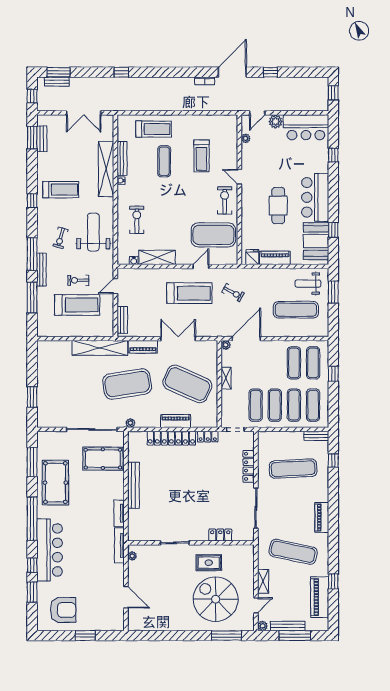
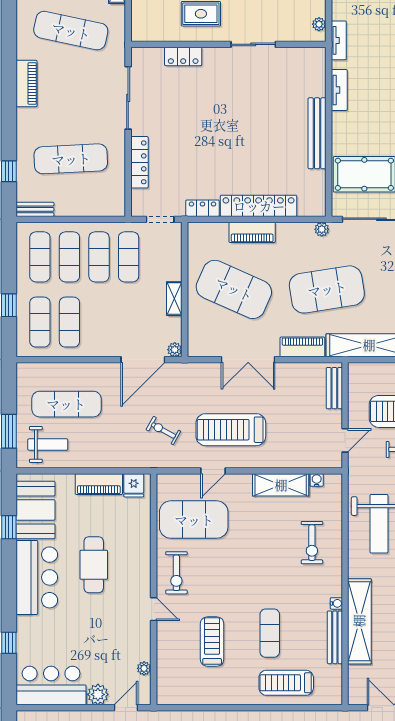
tv unit: (119, 545) -> (339, 40), width x0.71

